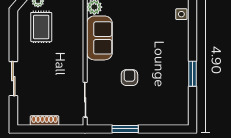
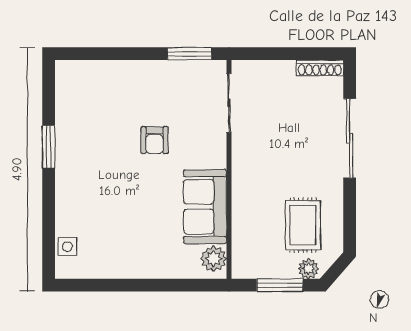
sliding door: (13, 79) -> (350, 138), width x1.37
shoe rack: (45, 120) -> (320, 68), moved
window: (125, 129) -> (190, 54), moved

